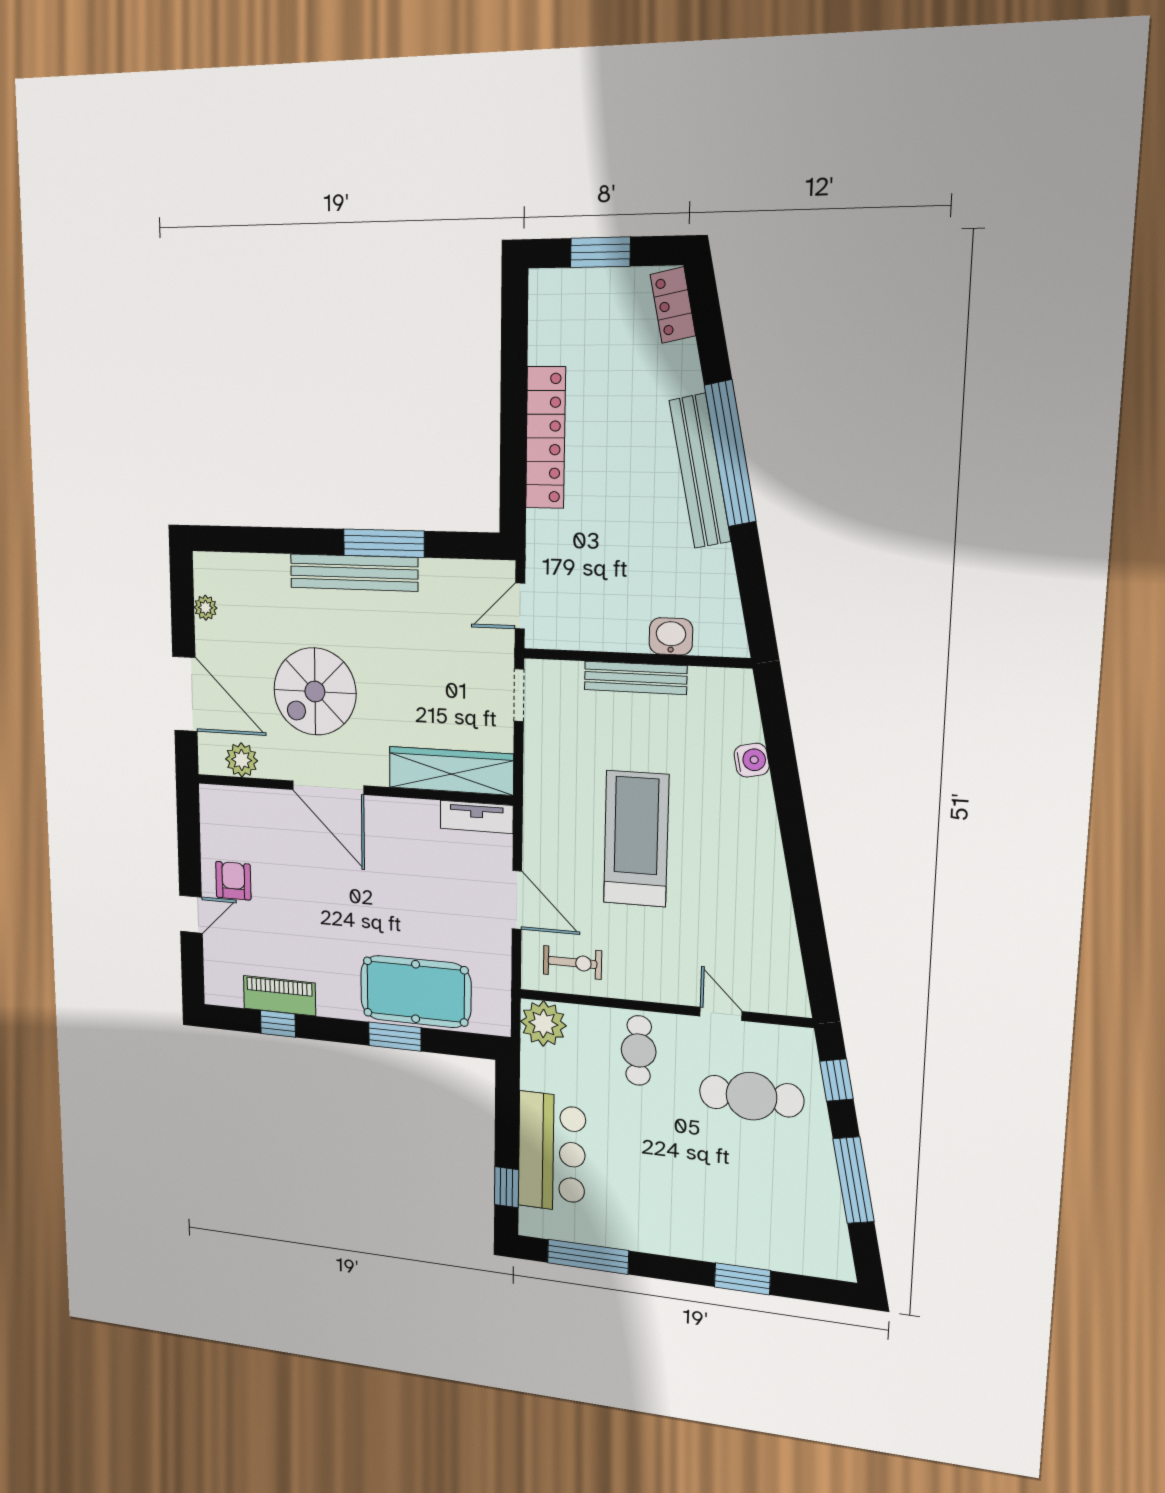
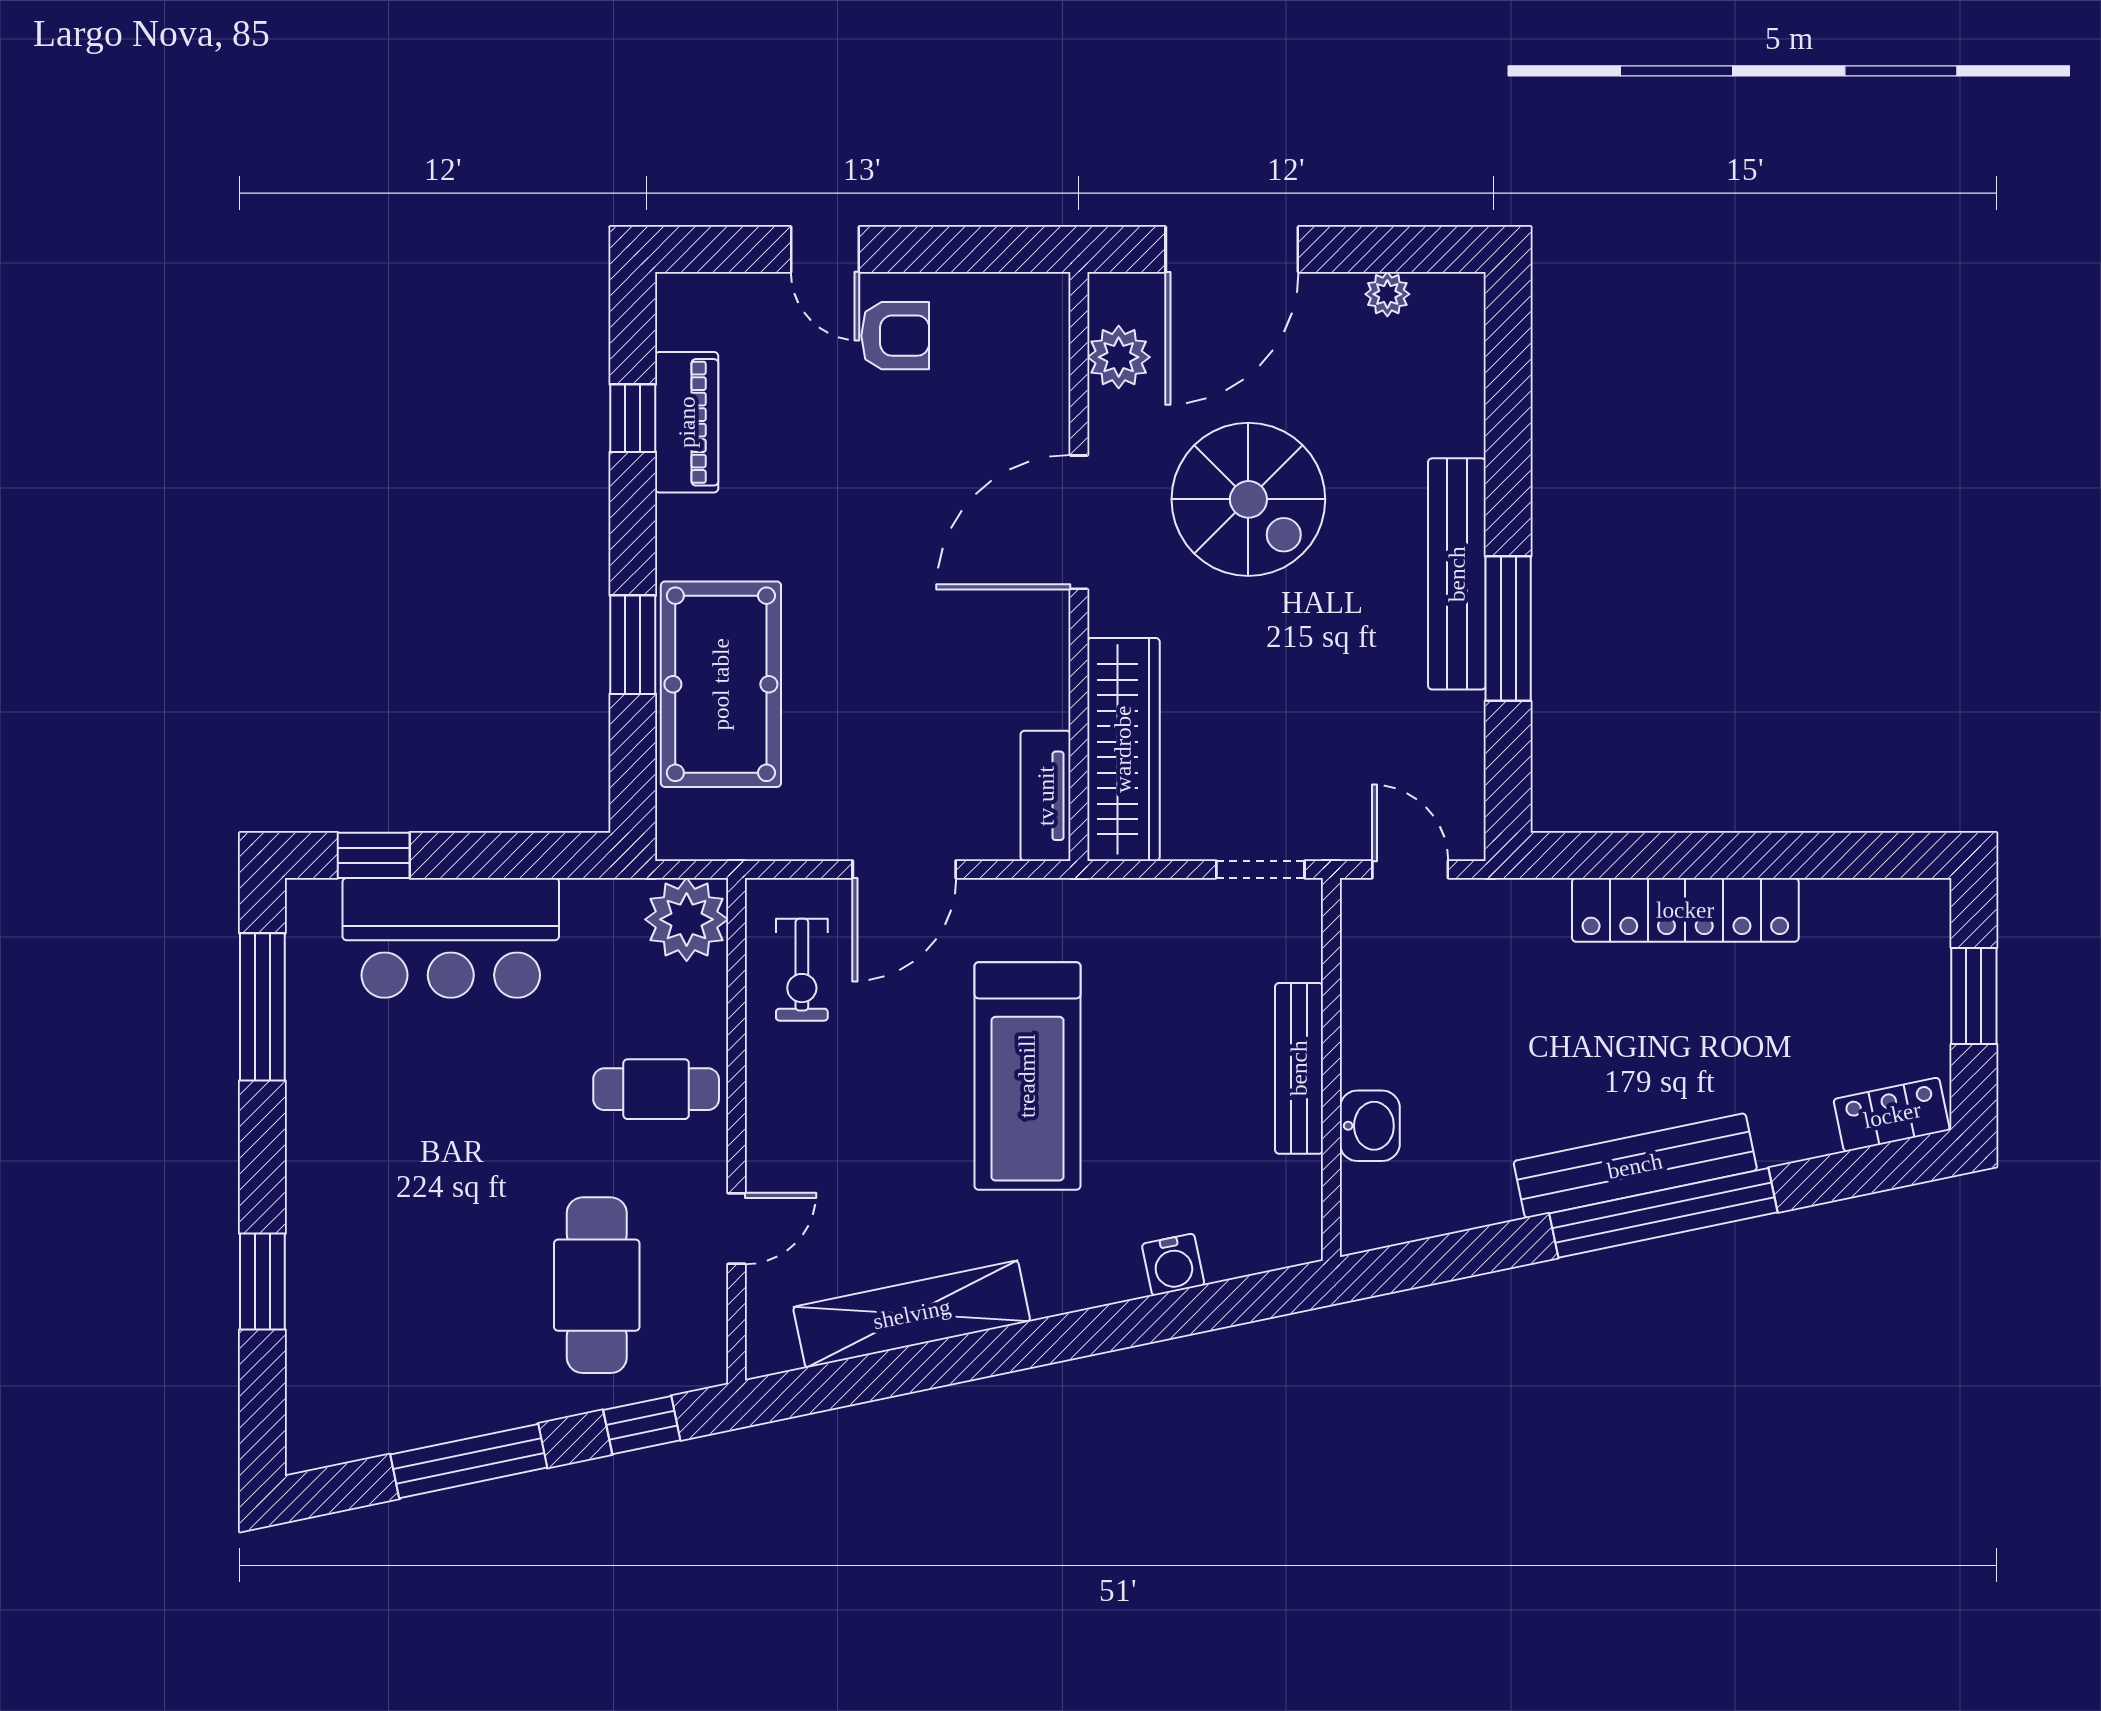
spiral stairs: (315, 692) -> (1248, 499), turned 180
treadmill: (636, 839) -> (1027, 1076), turned 90
shelving: (776, 918) -> (912, 1314), added

